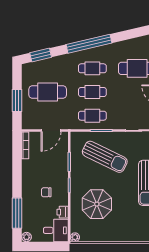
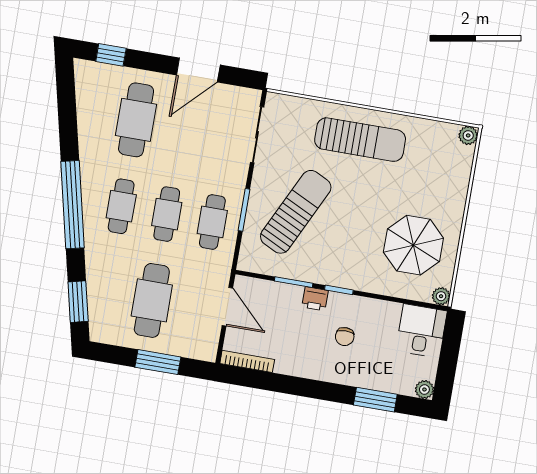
parasol: (97, 204) -> (413, 245), moved
printer: (63, 212) -> (315, 299), moved
window: (17, 213) -> (375, 400), width x0.69

